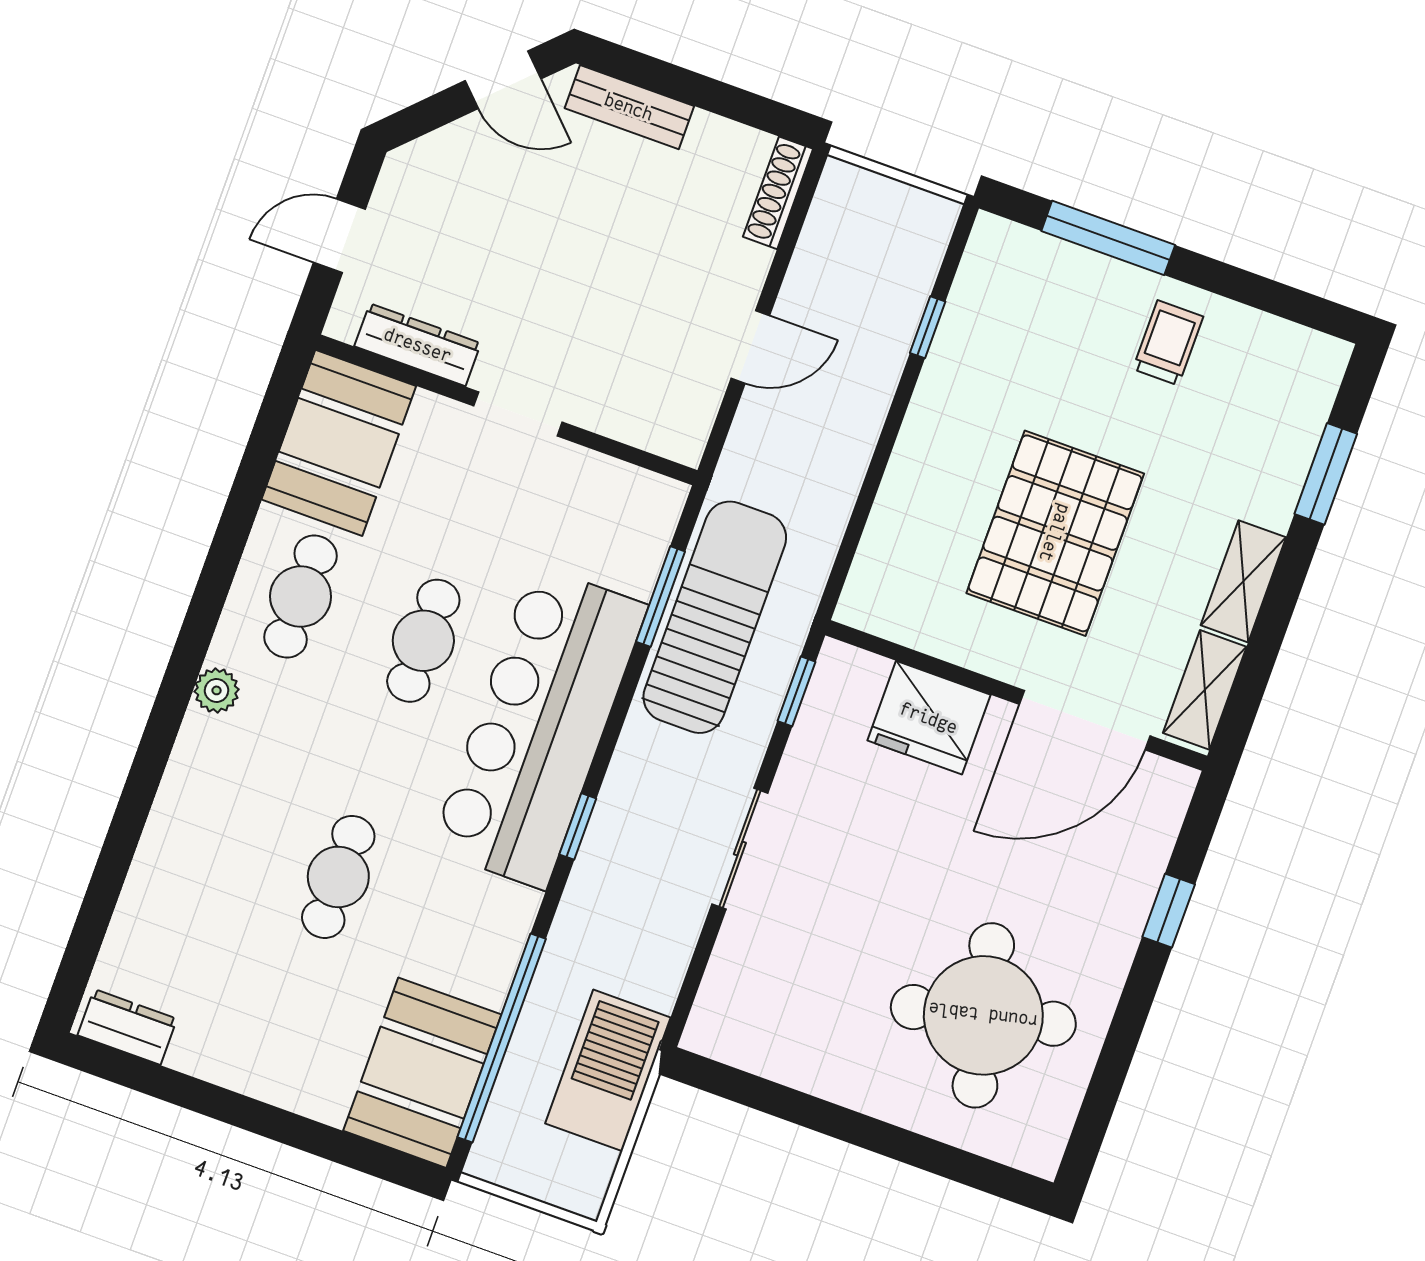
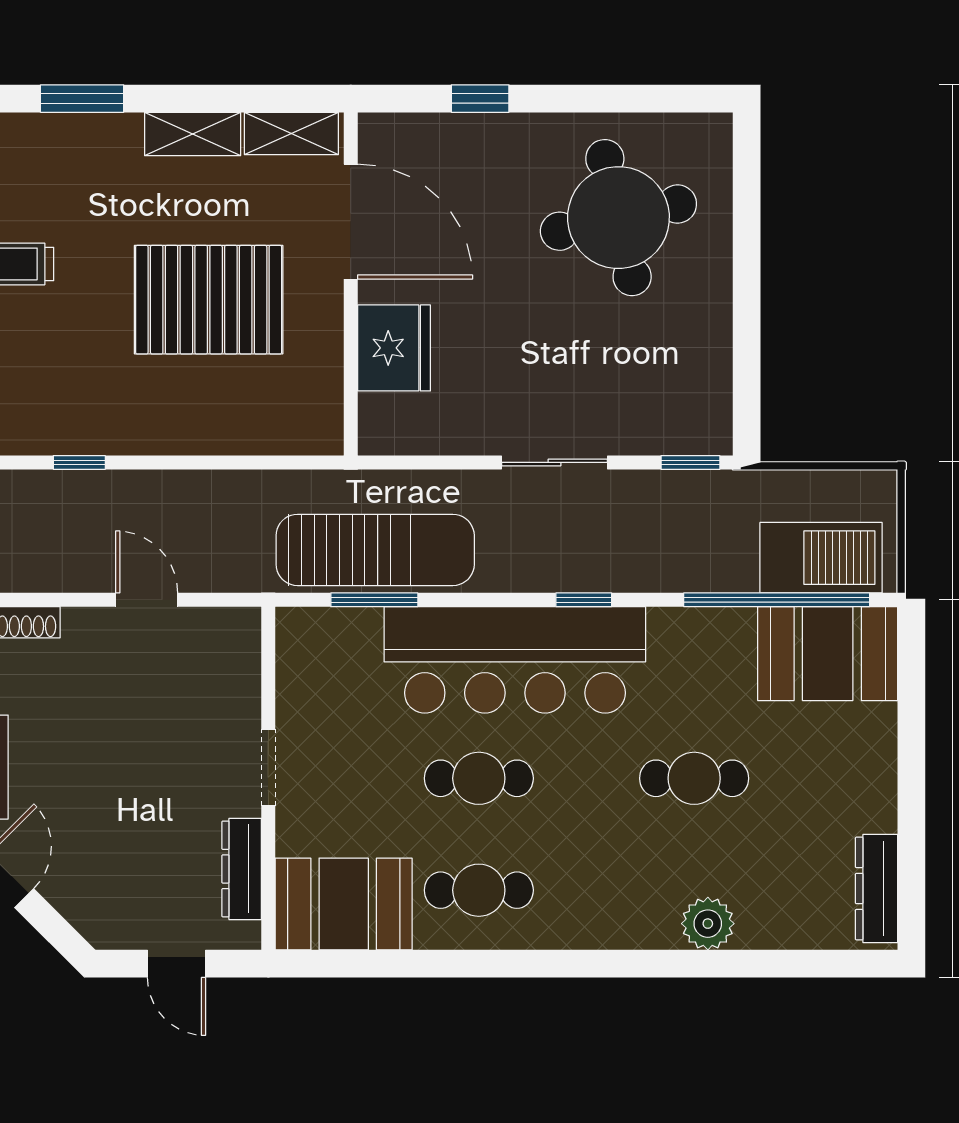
sun lounger: (715, 617) -> (375, 550), turned 180
plant: (217, 690) -> (708, 924), moved, width x1.38, depth x1.38
window: (797, 691) -> (690, 462), moved
dresser: (127, 1027) -> (876, 889), width x1.44
barbecue: (608, 1070) -> (821, 558), moved, turned 180

